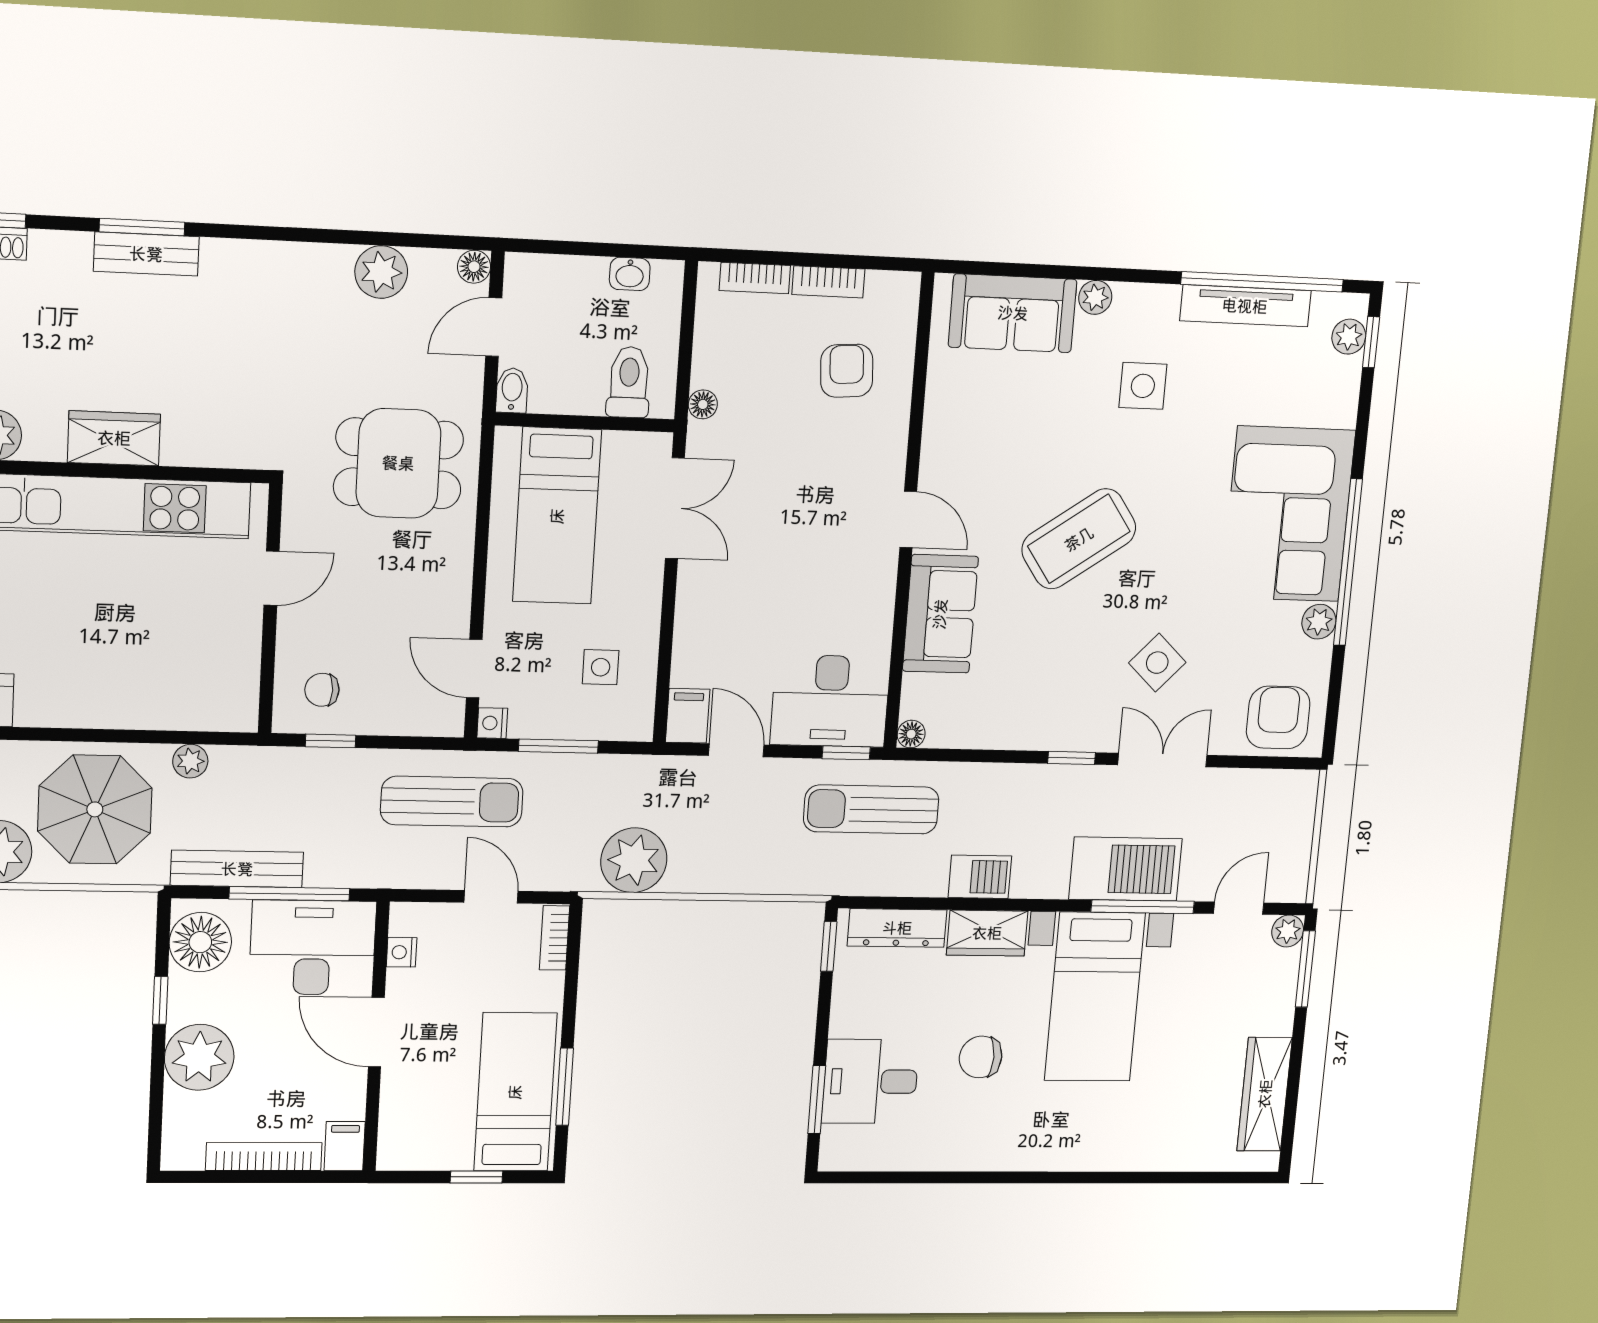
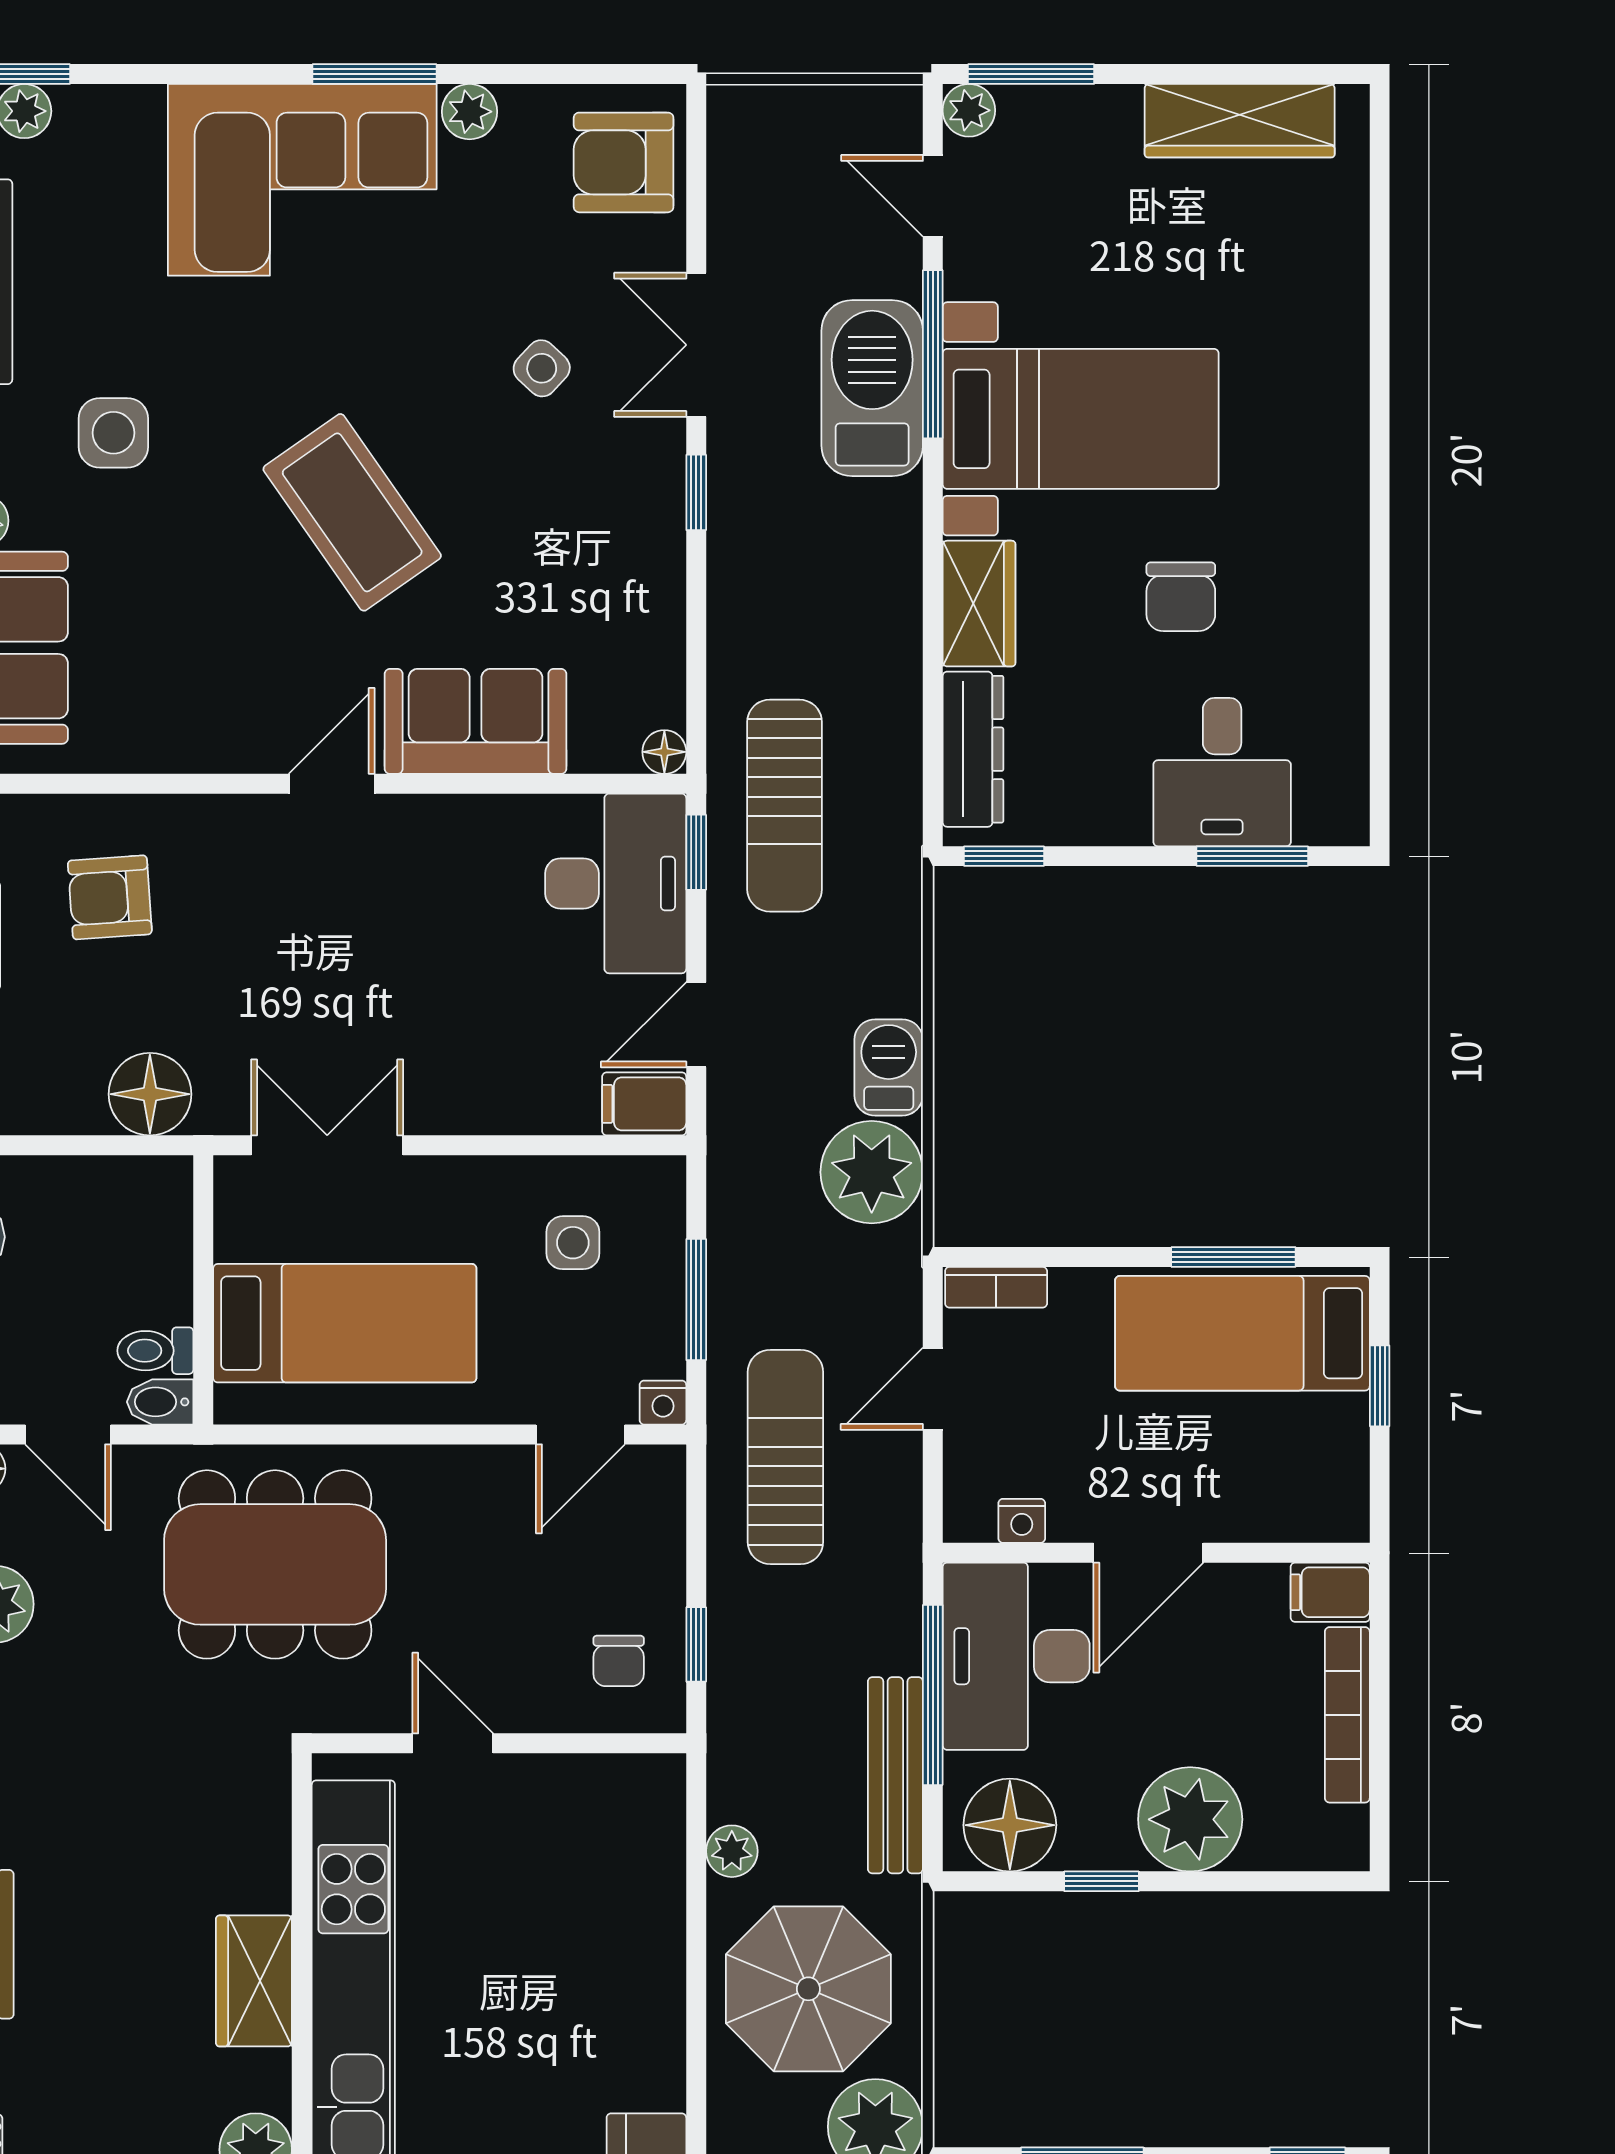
toilet: (629, 382) -> (155, 1351), moved, width x0.73, depth x0.72
floor lamp: (703, 404) -> (150, 1094), width x1.89, depth x1.89
dining table: (398, 463) -> (275, 1564), width x1.38
window: (1348, 562) -> (374, 74), width x0.47
side table: (1157, 663) -> (542, 368), width x0.73, depth x0.73
barbecue: (980, 877) -> (889, 1067), moved

